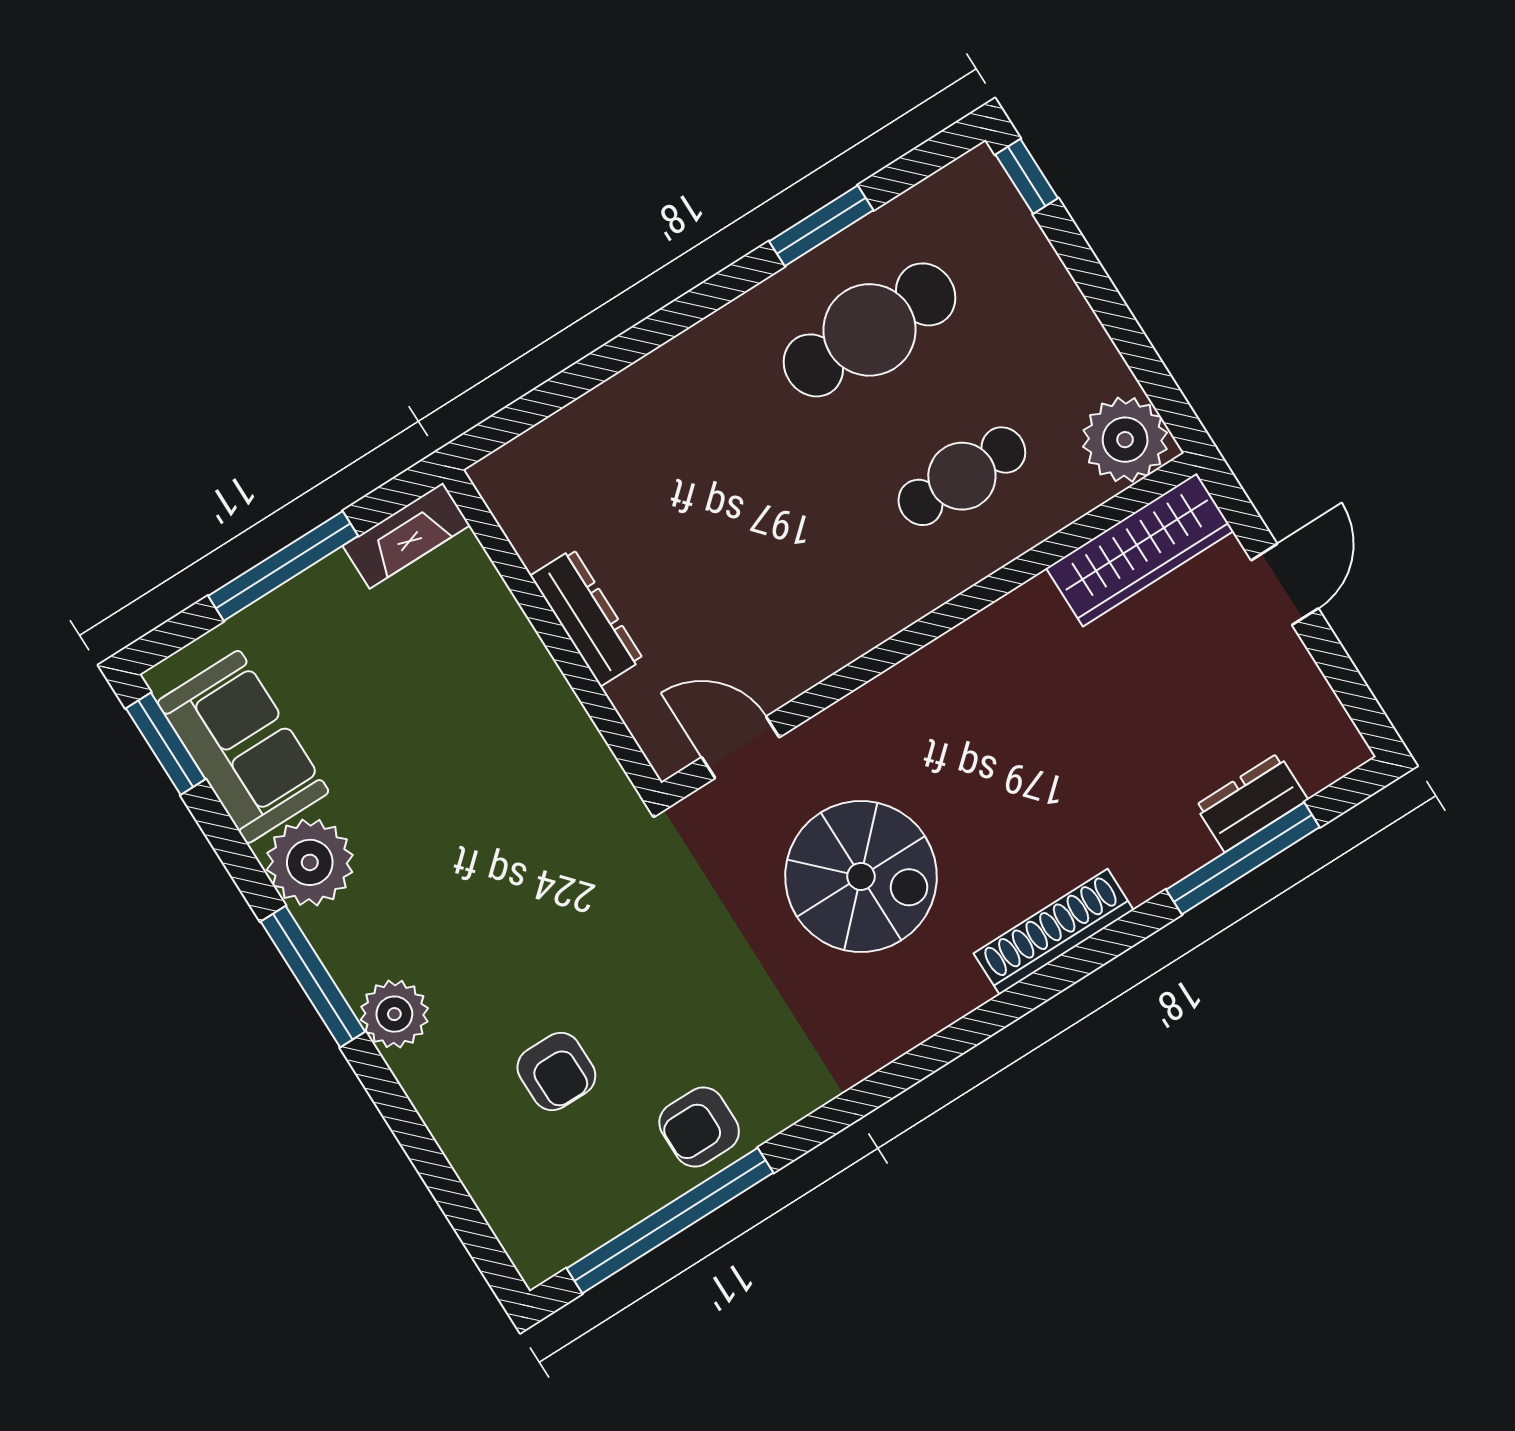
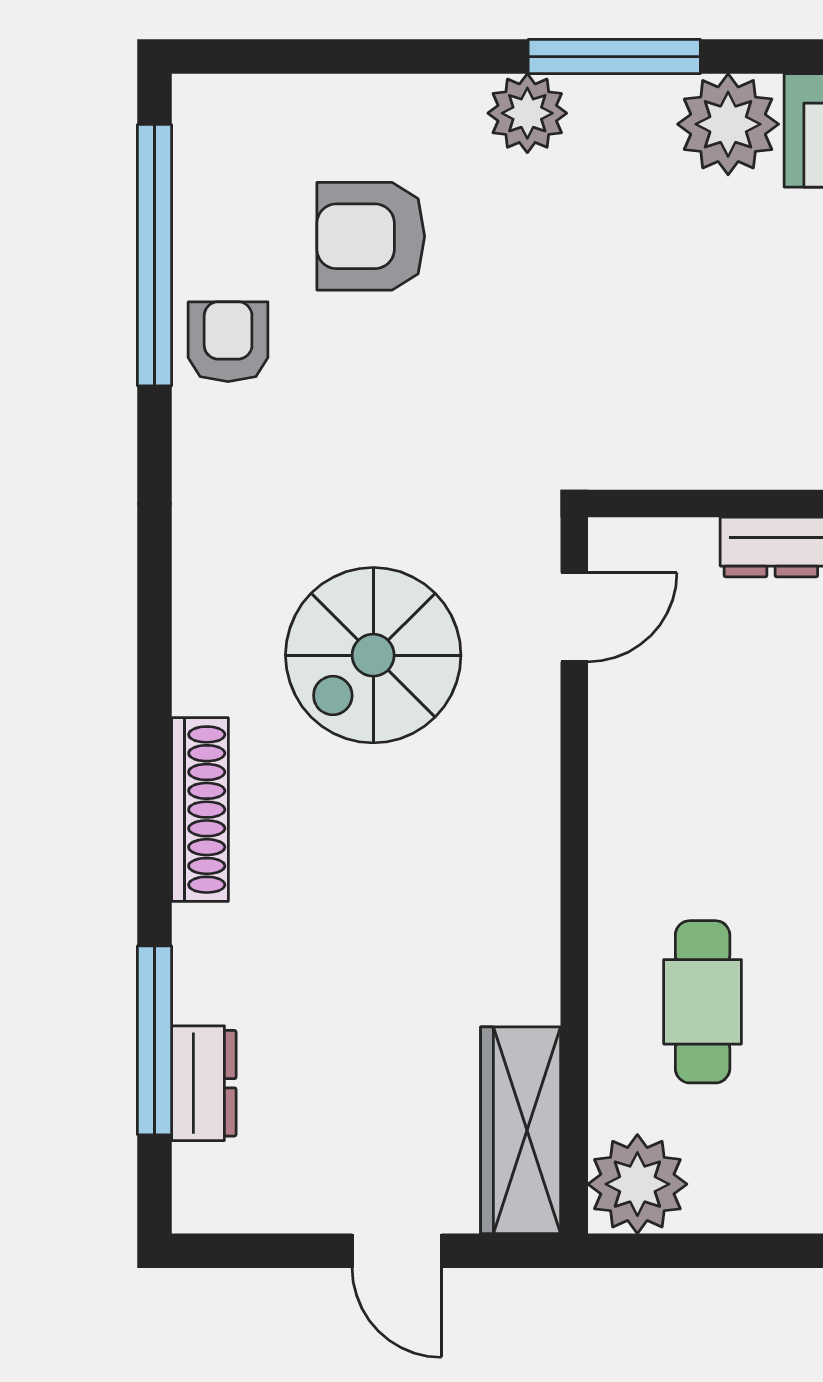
armchair: (556, 1072) -> (371, 236), width x1.38, depth x1.38

